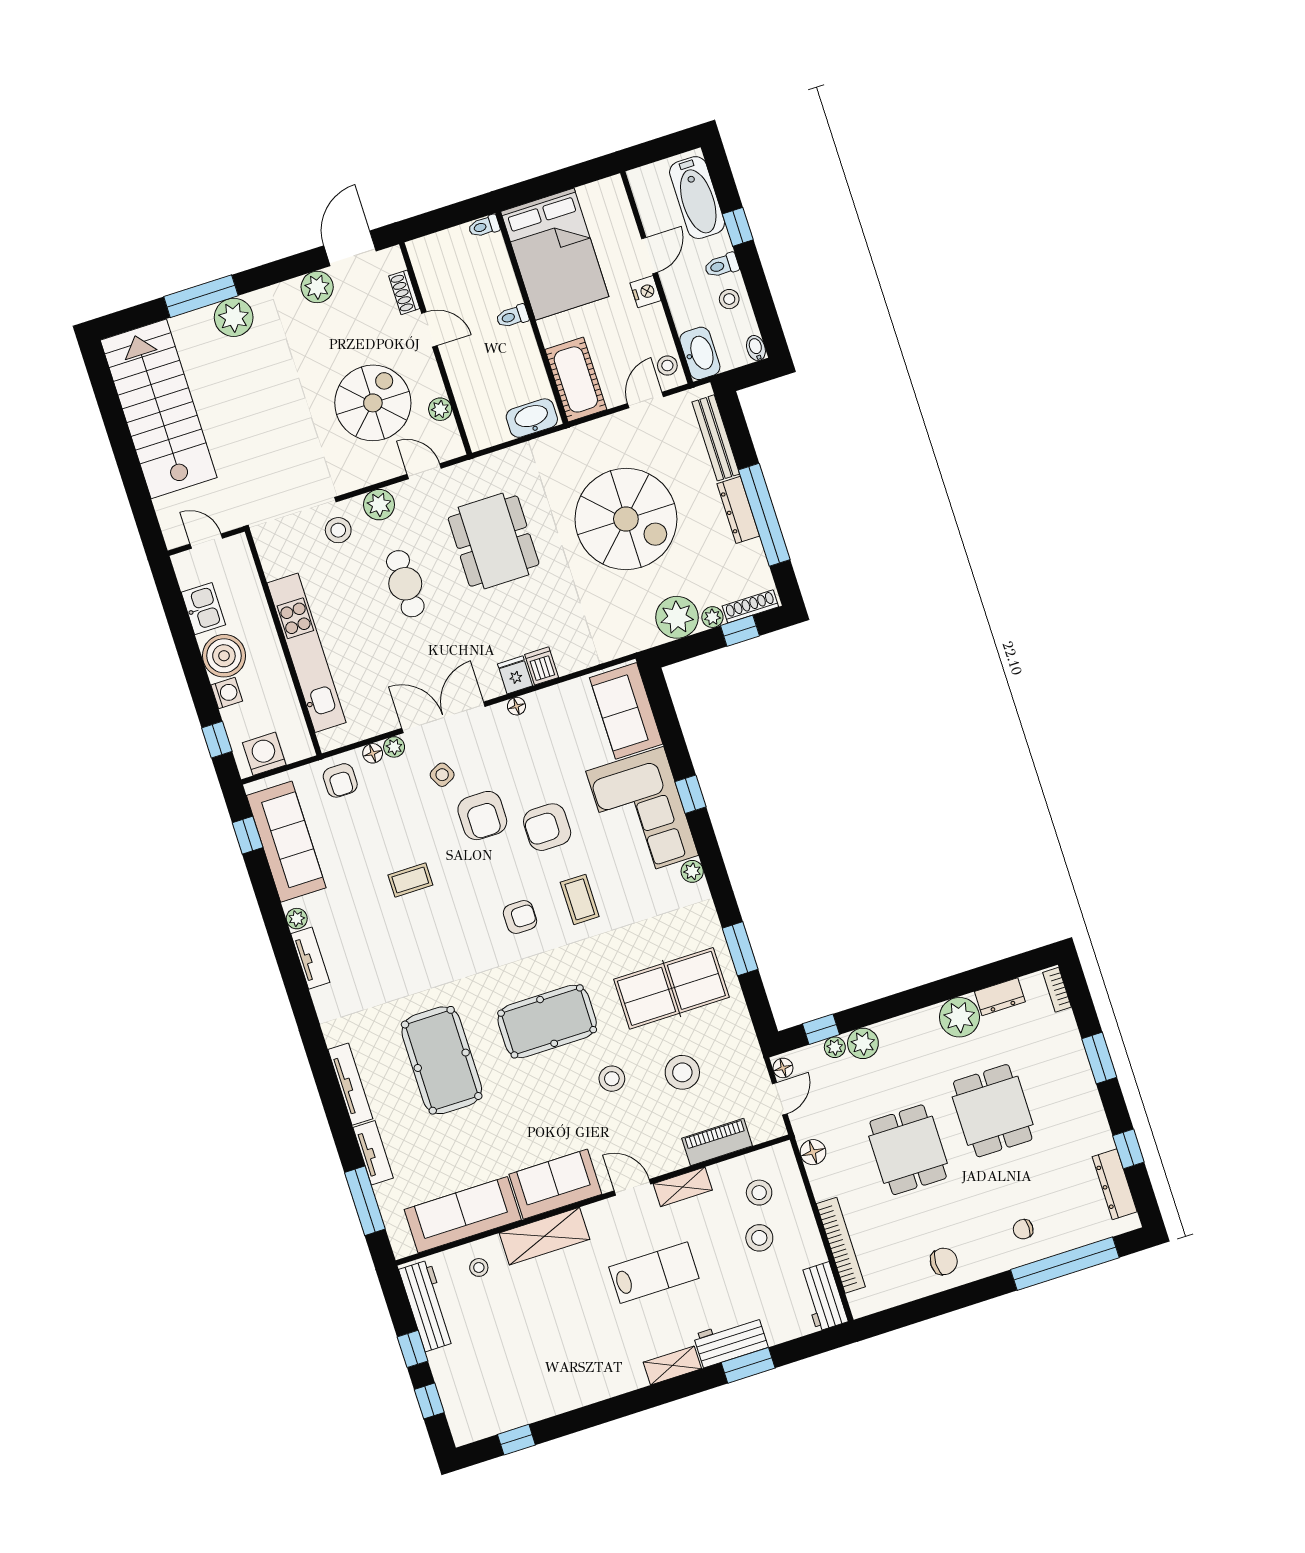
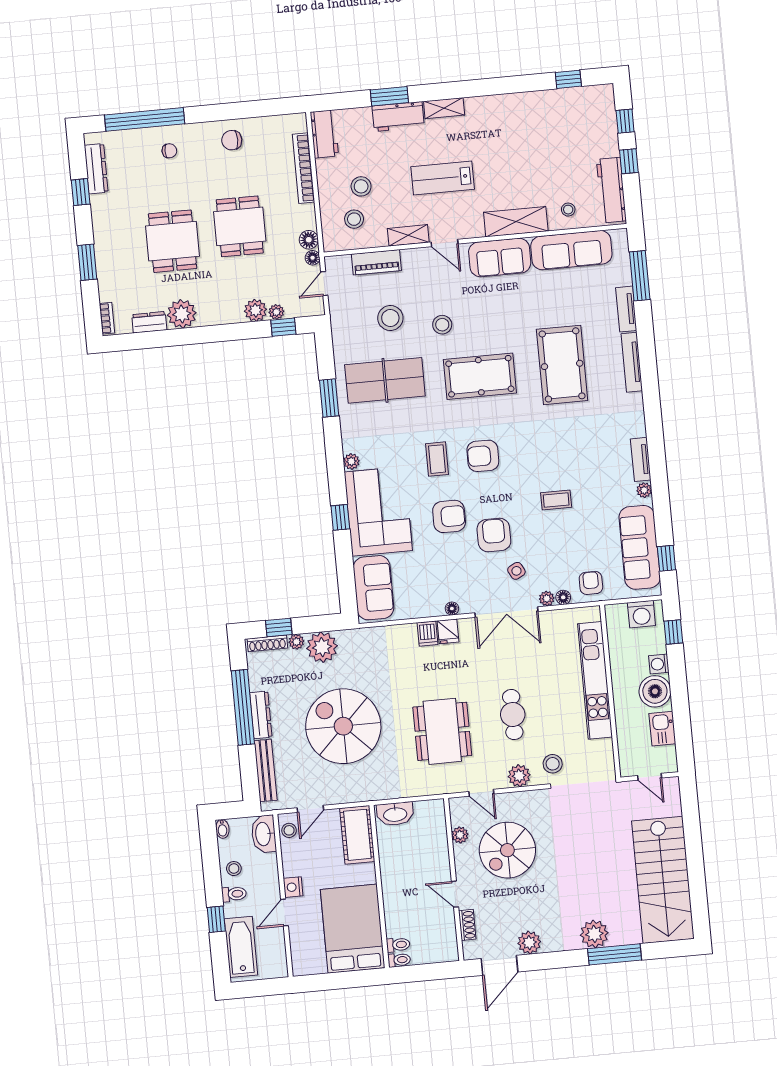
toilet: (512, 316) -> (398, 945), moved
armchair: (520, 917) -> (483, 456), width x1.38, depth x1.38
floor lamp: (783, 1068) -> (313, 258), moved

